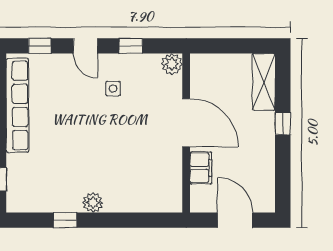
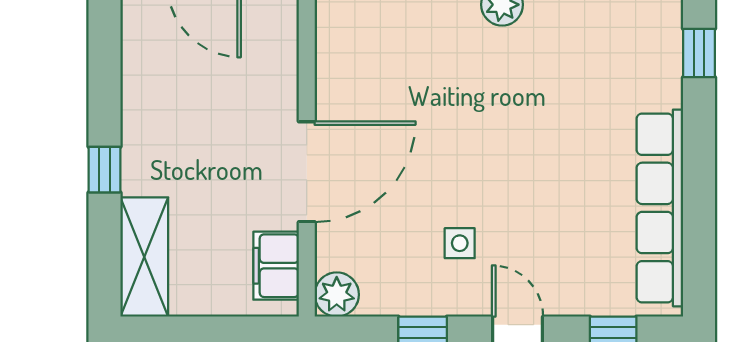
door: (186, 123) -> (307, 172), swing flipped
filing cabinet: (201, 168) -> (276, 266), moved

